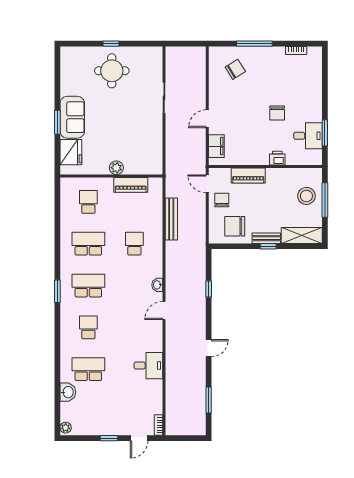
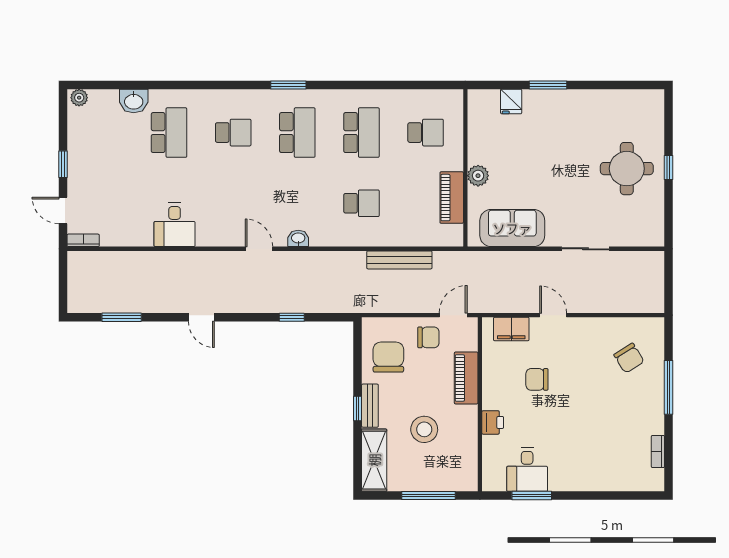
chair: (277, 113) -> (537, 379), moved
sofa: (72, 117) -> (512, 228), moved, turned 180
fridge: (71, 152) -> (511, 102), width x0.53, depth x0.75
stool: (306, 196) -> (424, 429), moved

